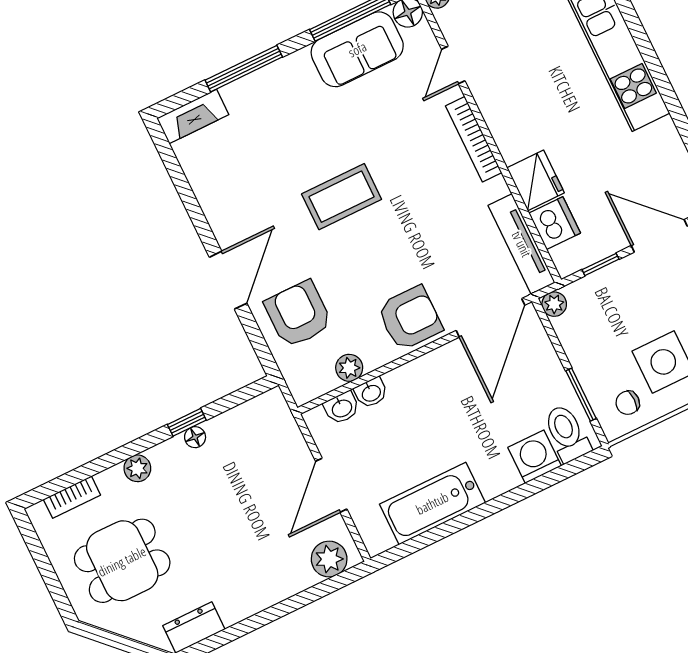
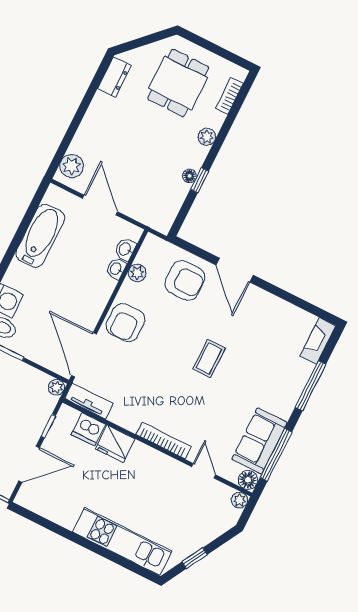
coffee table: (342, 197) -> (209, 358), width x0.73, depth x0.77
tv unit: (522, 244) -> (89, 401), width x0.71

